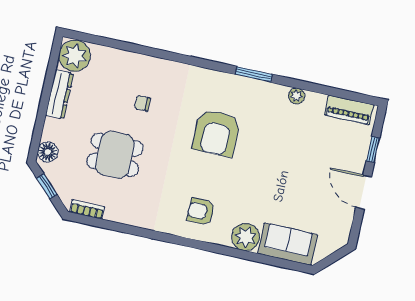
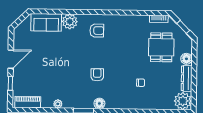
floor lamp: (223, 81) -> (99, 103), added
armchair: (216, 133) -> (97, 75), width x0.53, depth x0.53
floor lamp: (48, 152) -> (186, 59), moved
dining table: (115, 155) -> (161, 47), moved, turned 90
door: (364, 192) -> (11, 59), hinge flipped

